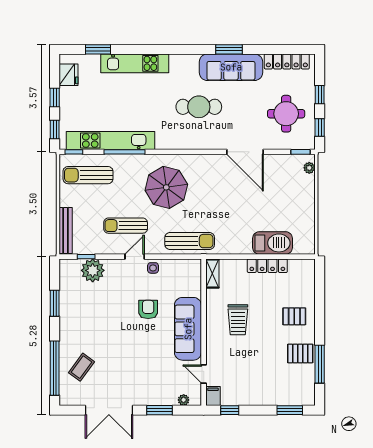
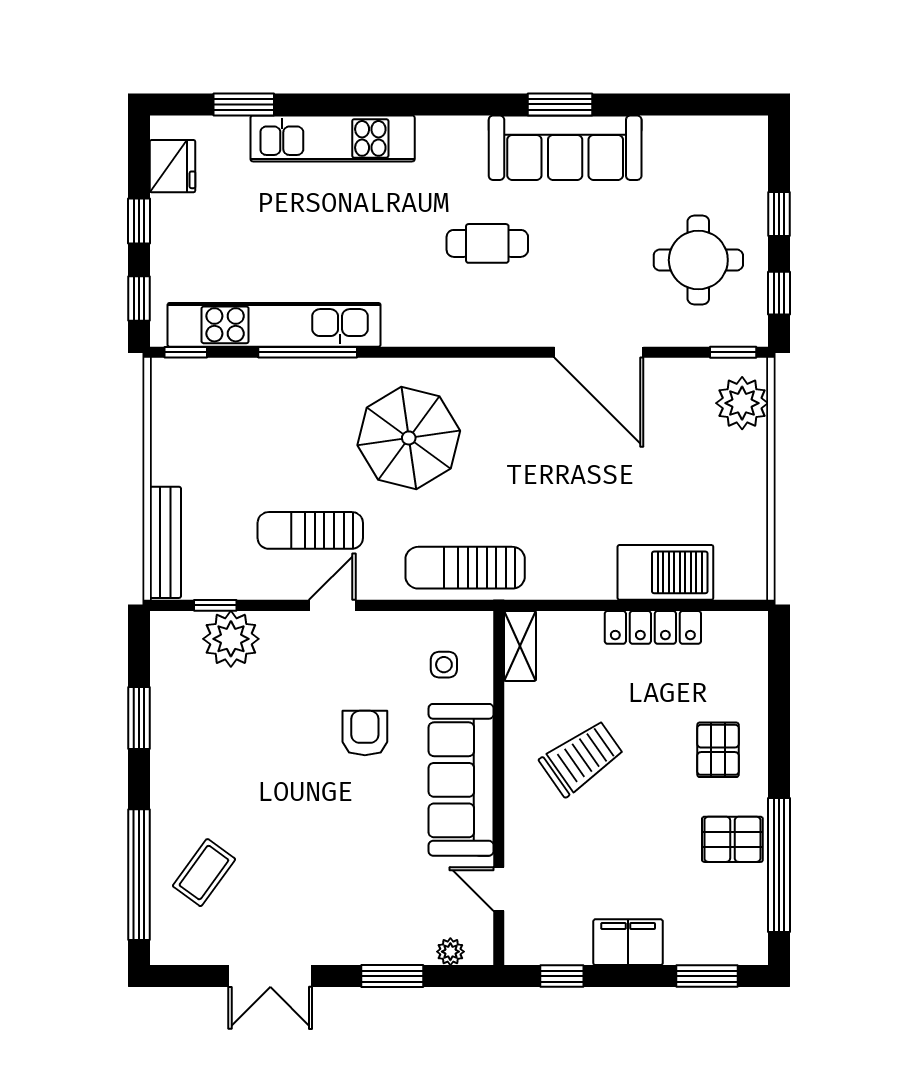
locker: (287, 61) -> (700, 134), removed
cafe table: (199, 107) -> (487, 243), width x0.73, depth x0.74
plant: (309, 168) -> (742, 403), width x1.87, depth x1.87
sun lounger: (88, 175) -> (220, 408), removed
sun lounger: (190, 241) -> (465, 568), turned 180
side table: (153, 268) -> (444, 665), moved
pallet: (294, 316) -> (718, 750), turned 90
trolley: (238, 320) -> (582, 758), turned -125
window: (320, 364) -> (779, 865), width x1.46
filing cabinet: (213, 396) -> (628, 942), moved, width x2.00
double door: (109, 410) -> (270, 976), width x0.73

